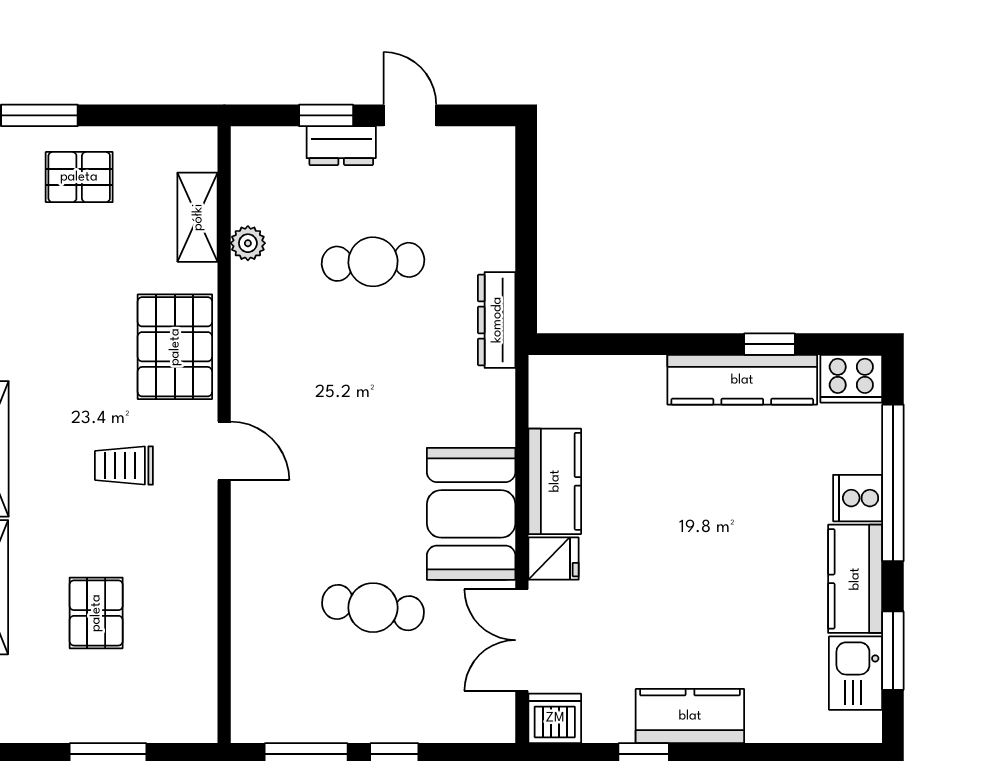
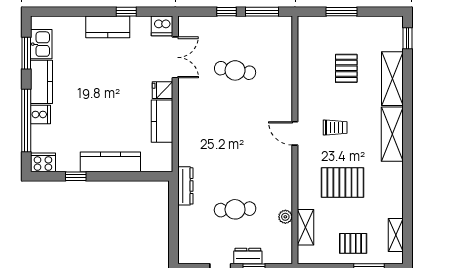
pallet: (175, 347) -> (342, 183), moved, turned 90
kitchen counter: (742, 380) -> (110, 162), moved
booth: (471, 514) -> (196, 108), removed

